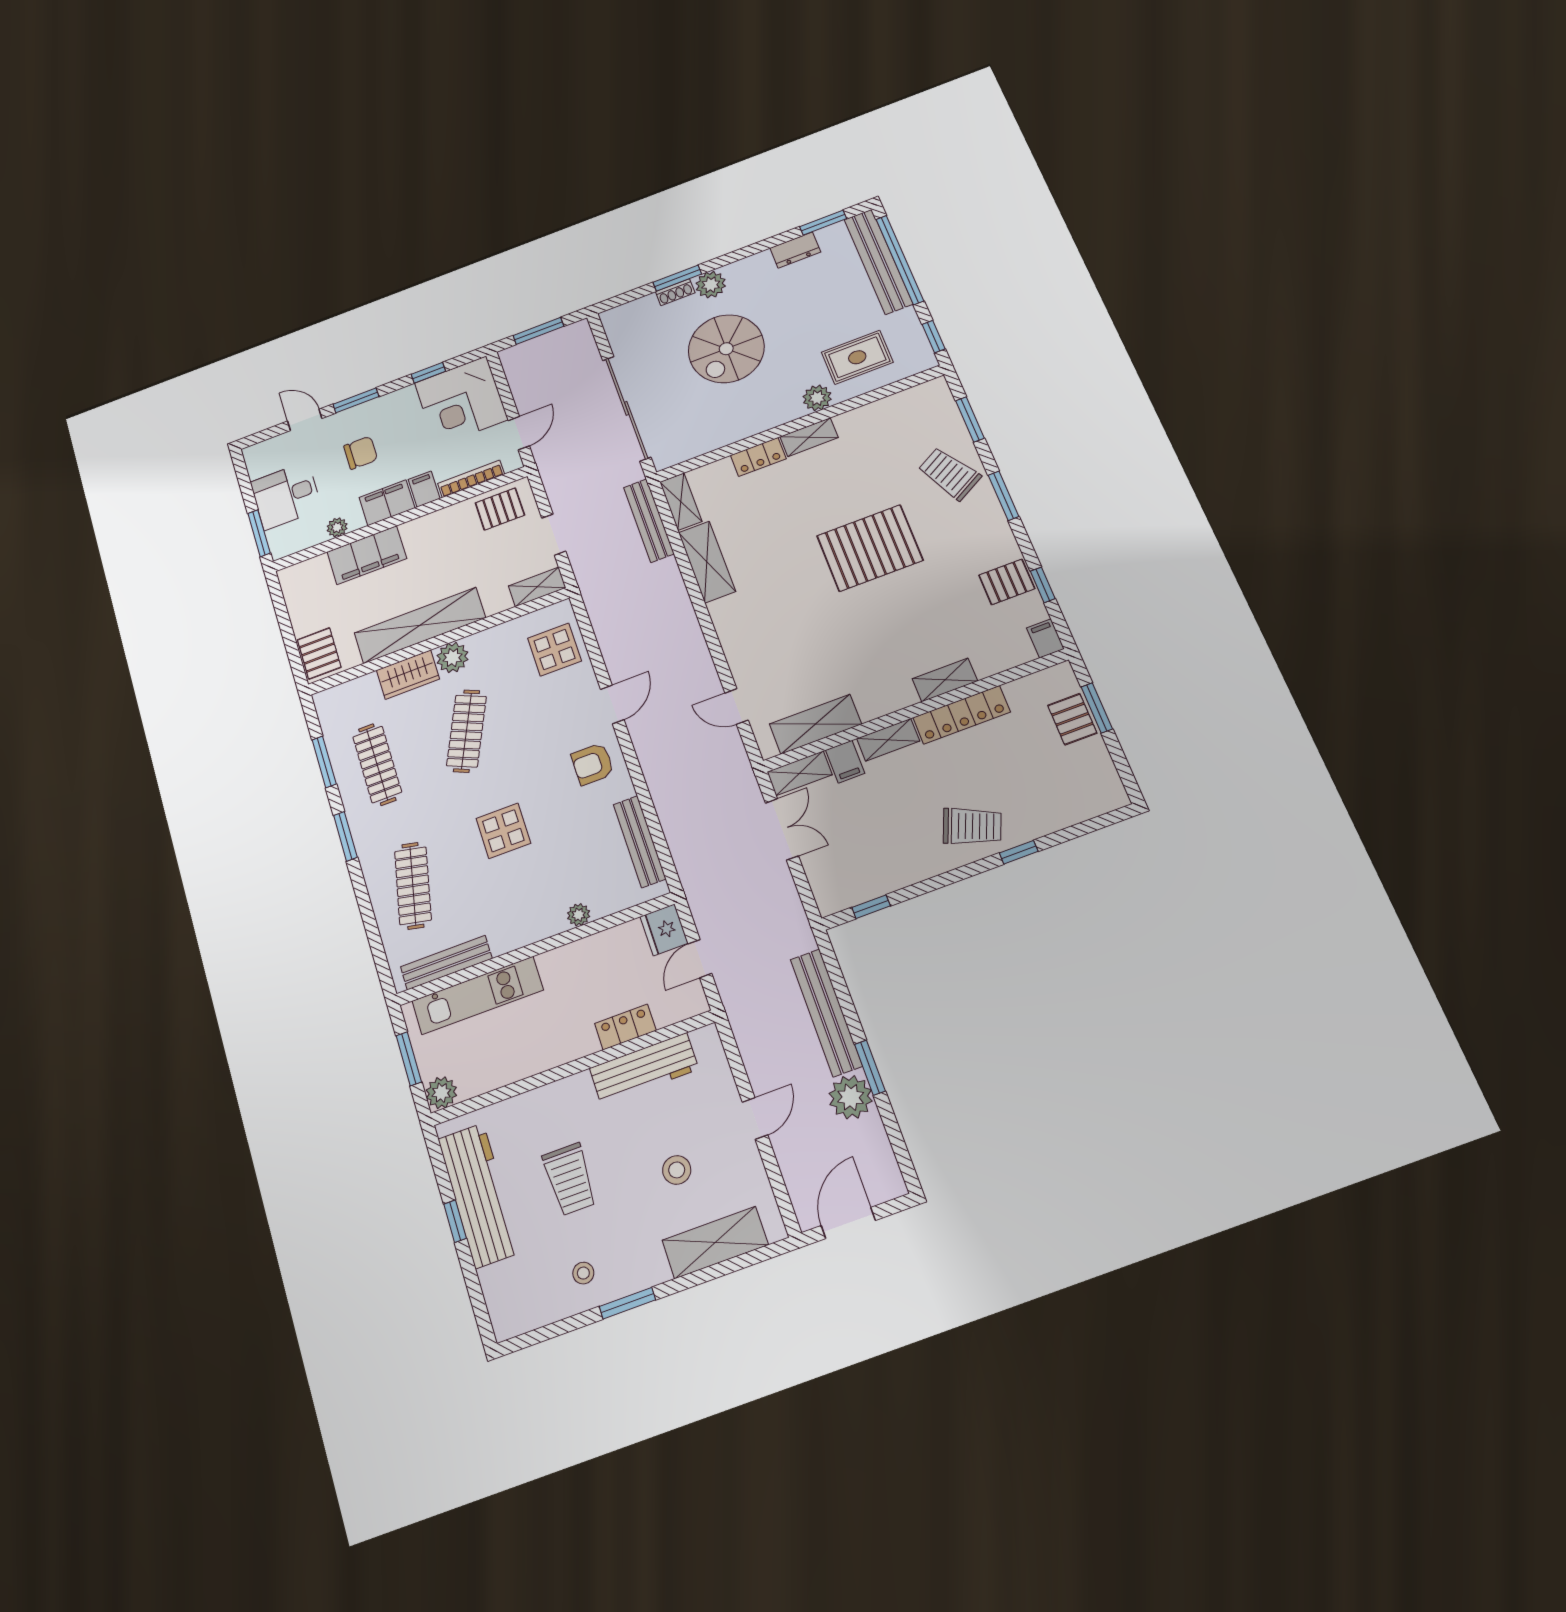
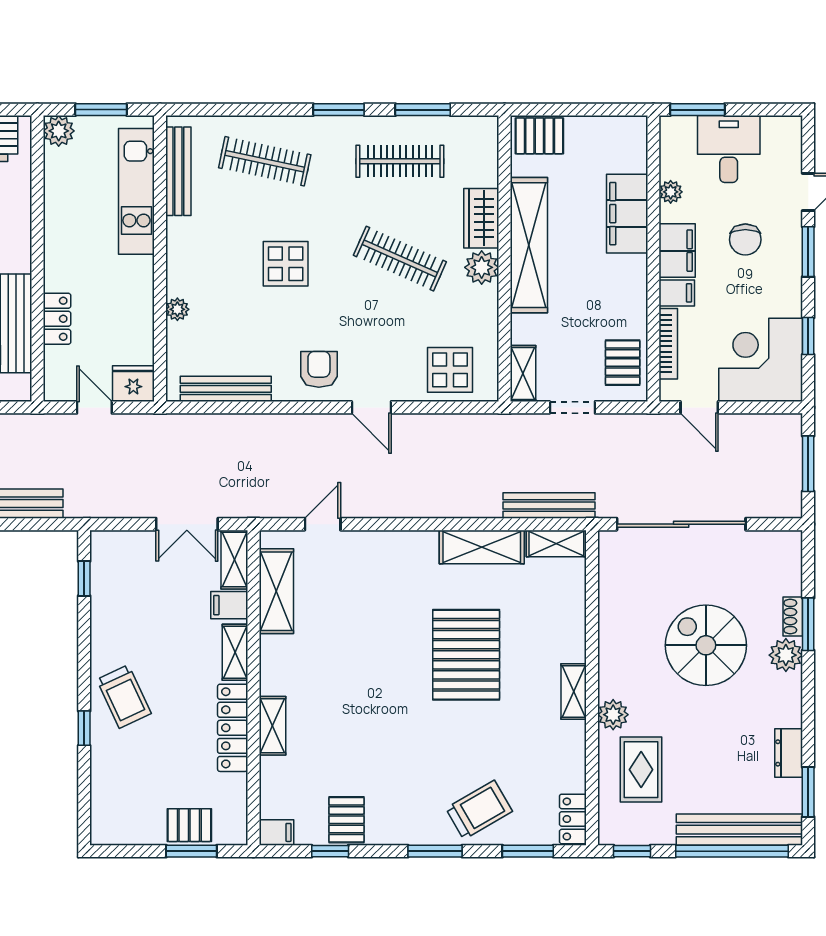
locker: (758, 457) -> (573, 819), moved
pallet: (870, 548) -> (466, 655), moved
trolley: (972, 826) -> (124, 697), turned -47

